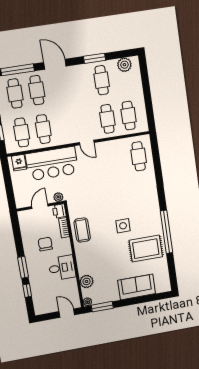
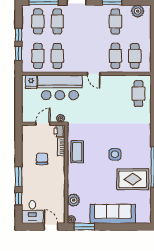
desk: (62, 268) -> (32, 212), moved, turned 90
sofa: (137, 287) -> (113, 214), width x1.36

